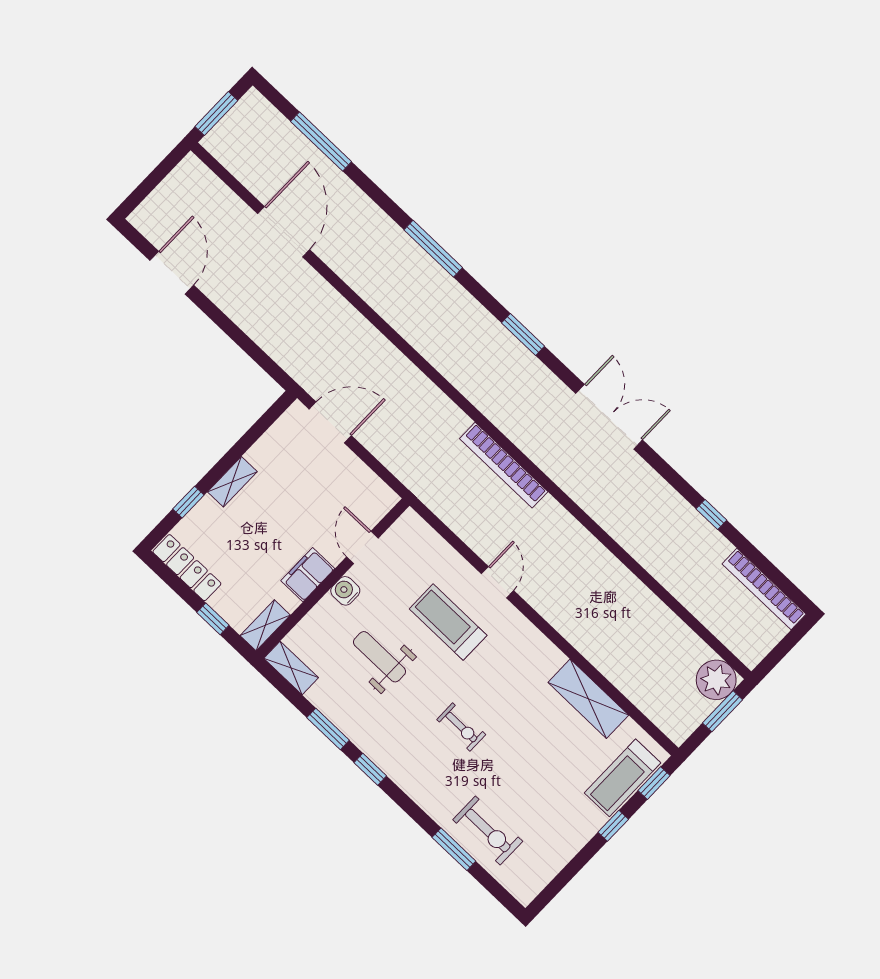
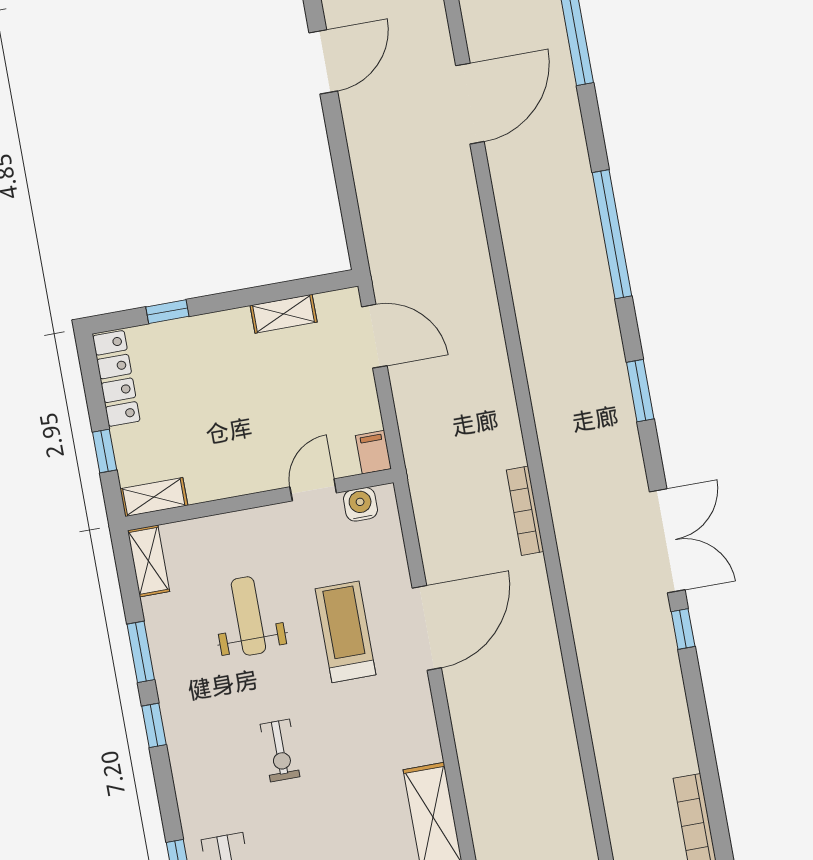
window: (433, 249) -> (612, 234), width x1.46
bookcase: (504, 465) -> (525, 511), width x0.68, depth x0.76
shelving: (232, 482) -> (284, 314), moved
window: (711, 514) -> (683, 629), moved
filing cabinet: (308, 575) -> (373, 452), moved, width x0.50
door: (497, 582) -> (427, 628), width x1.88
water cooler: (345, 591) -> (360, 504), moved

